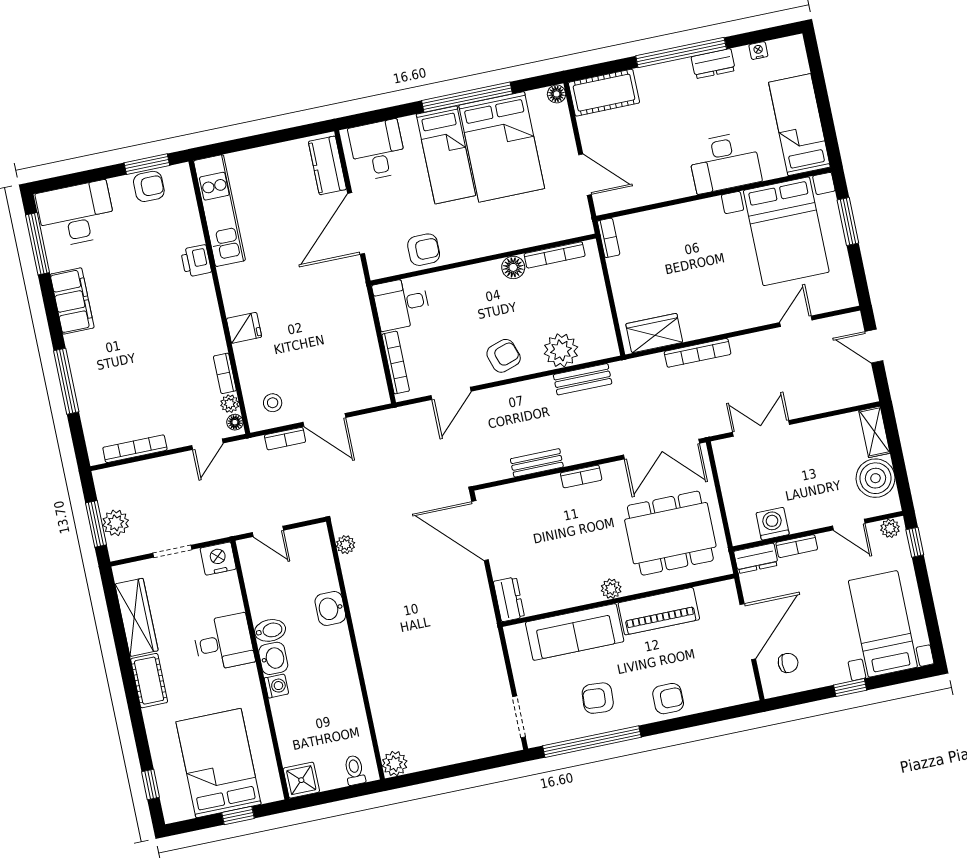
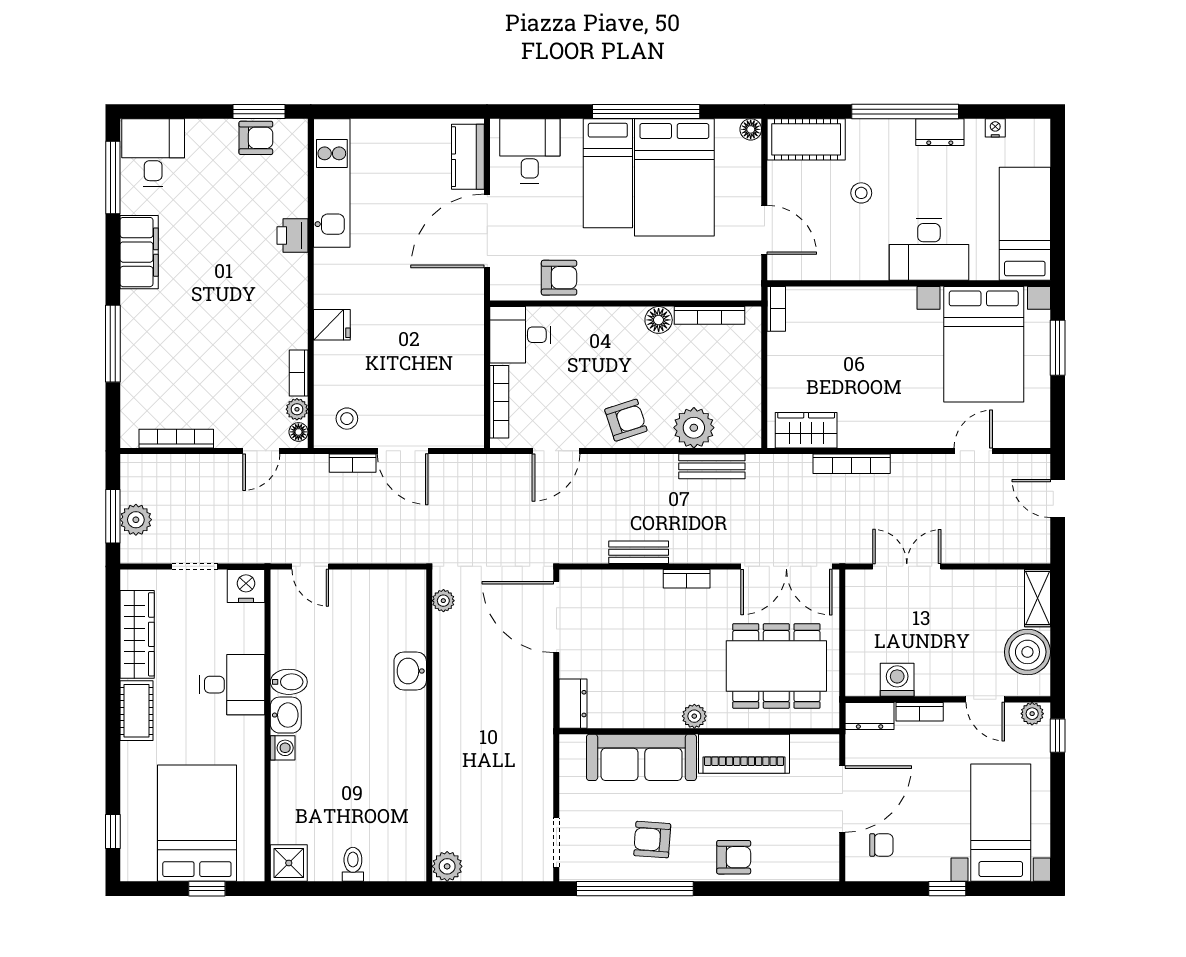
stool: (659, 127) -> (861, 193), added
desk: (76, 214) -> (153, 152), width x0.73
plant: (346, 545) -> (443, 601), moved
washbasin: (330, 608) -> (410, 671), moved
wall: (355, 650) -> (429, 725), moved
plant: (395, 764) -> (447, 866), moved

